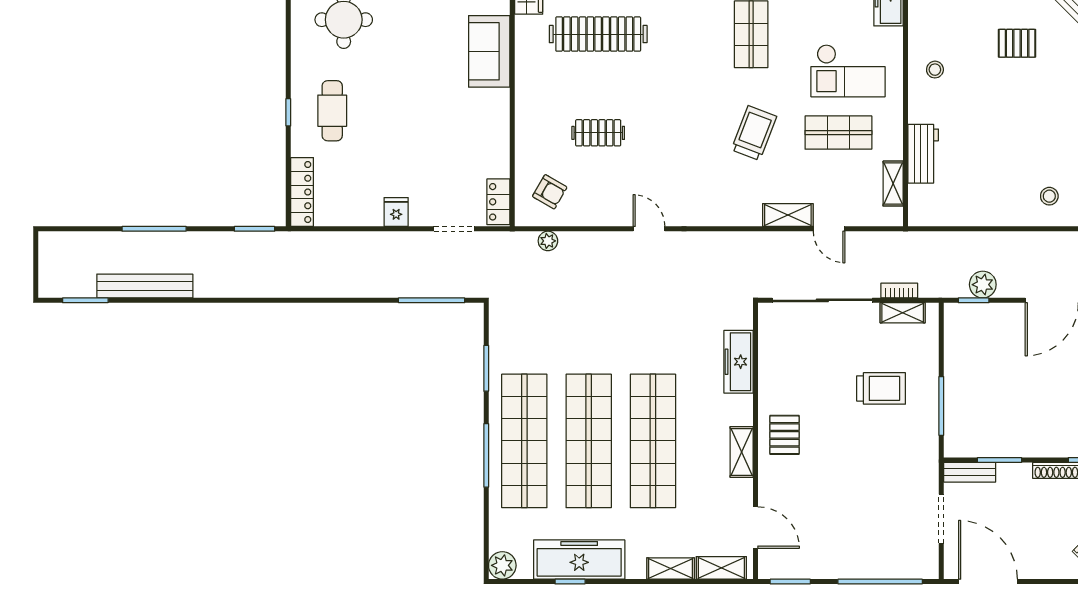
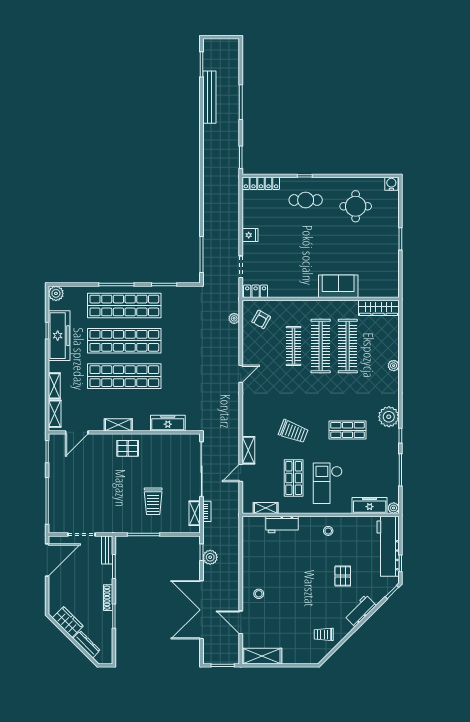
clothes rail: (598, 83) -> (321, 346), added
clothes rail: (598, 133) -> (293, 346), width x1.36

